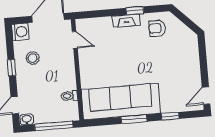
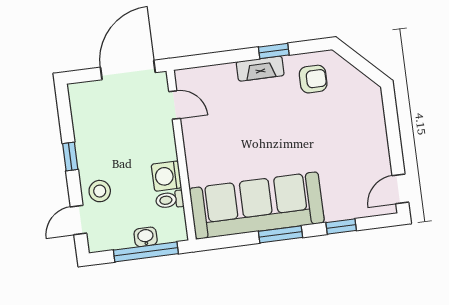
armchair: (157, 28) -> (313, 79), turned 180
washing machine: (20, 32) -> (166, 176), moved, turned 180
stool: (33, 58) -> (100, 191), moved
washbasin: (27, 119) -> (146, 237), moved

